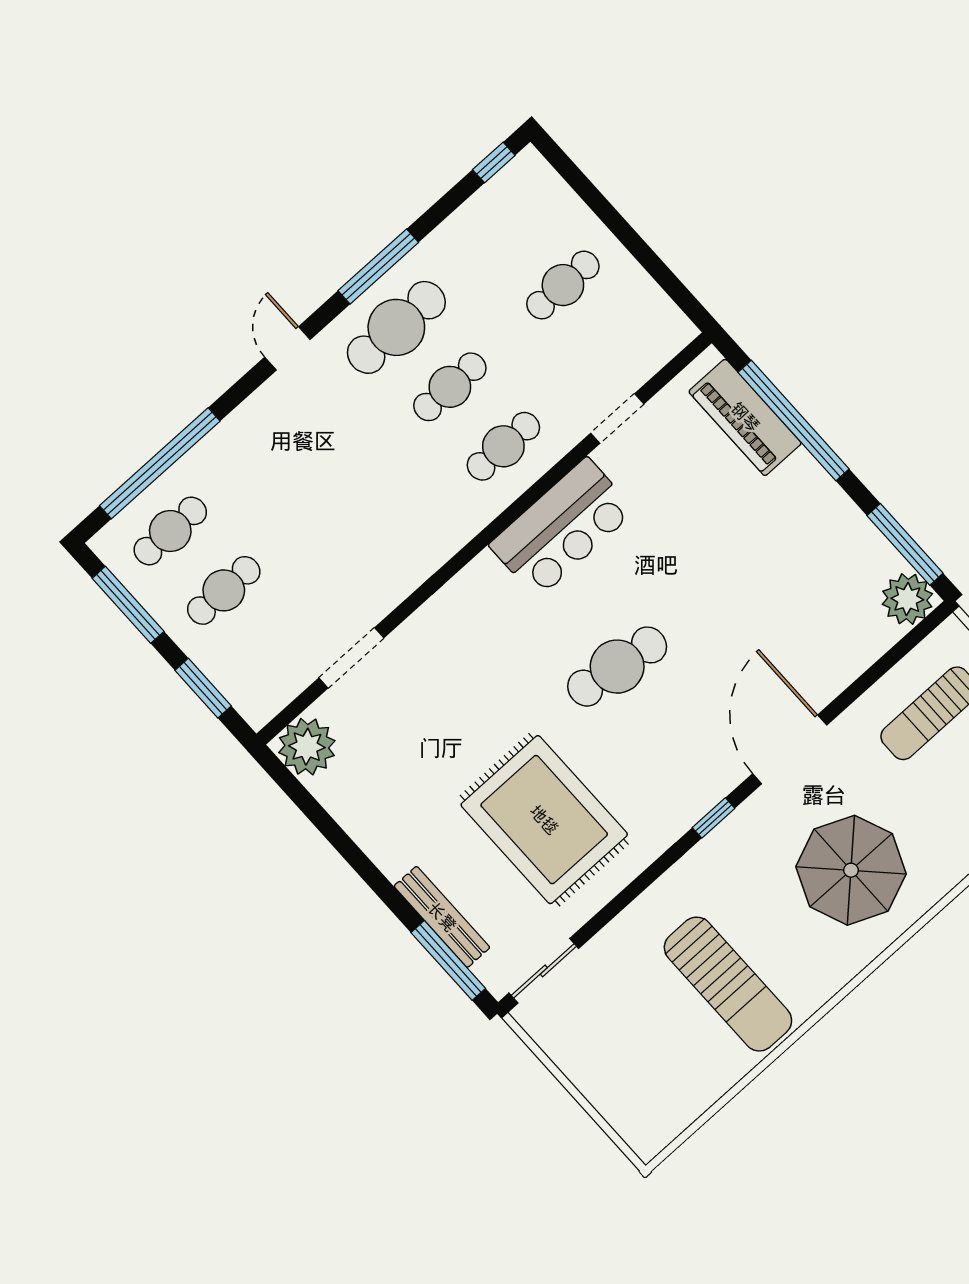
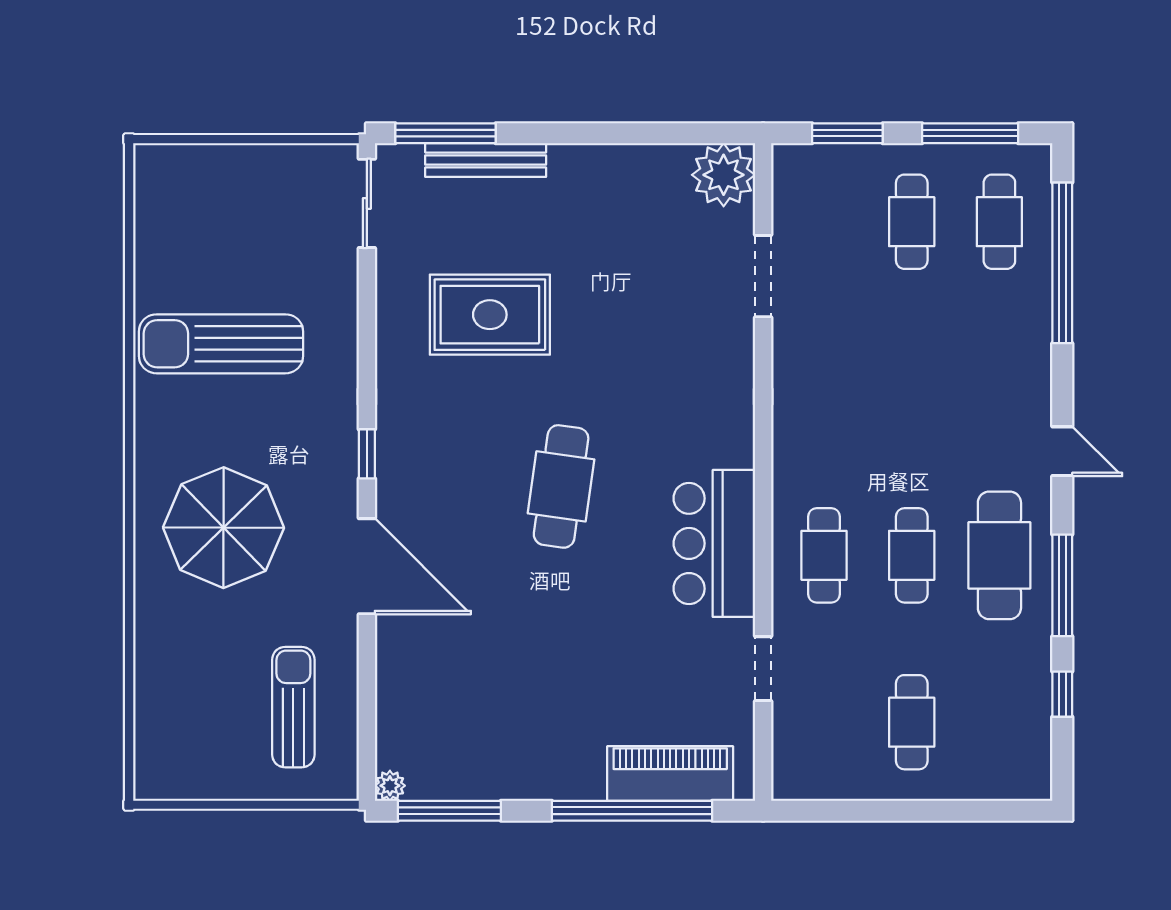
window: (494, 163) -> (1062, 694), moved
plant: (907, 599) -> (390, 786), width x0.53, depth x0.53
rug: (544, 820) -> (490, 315), width x0.73, depth x0.69

